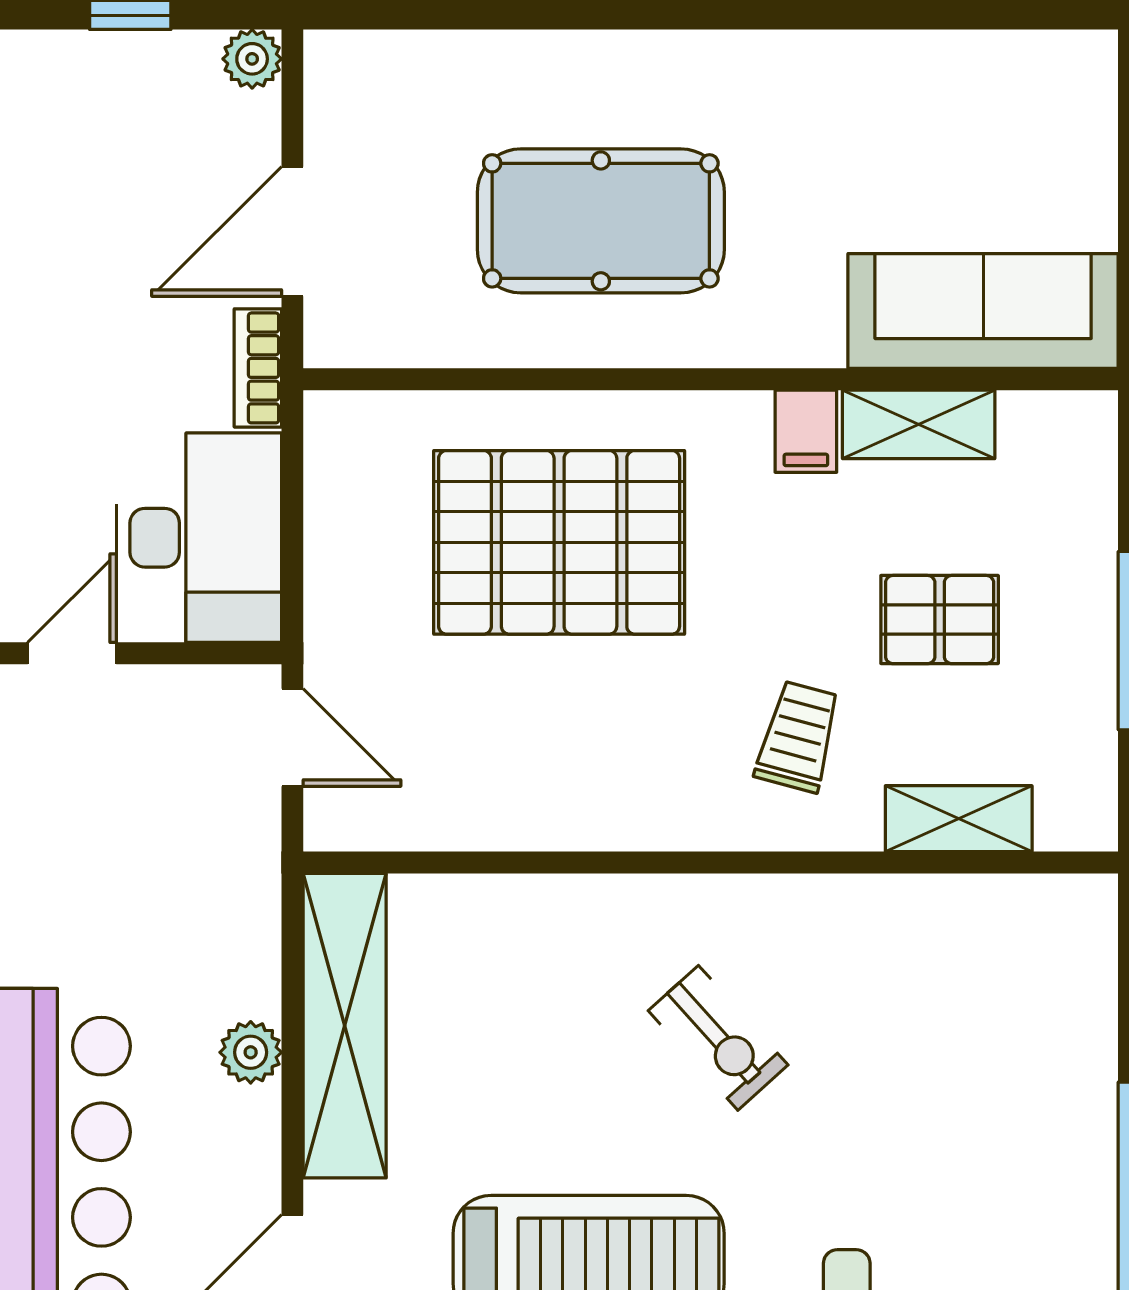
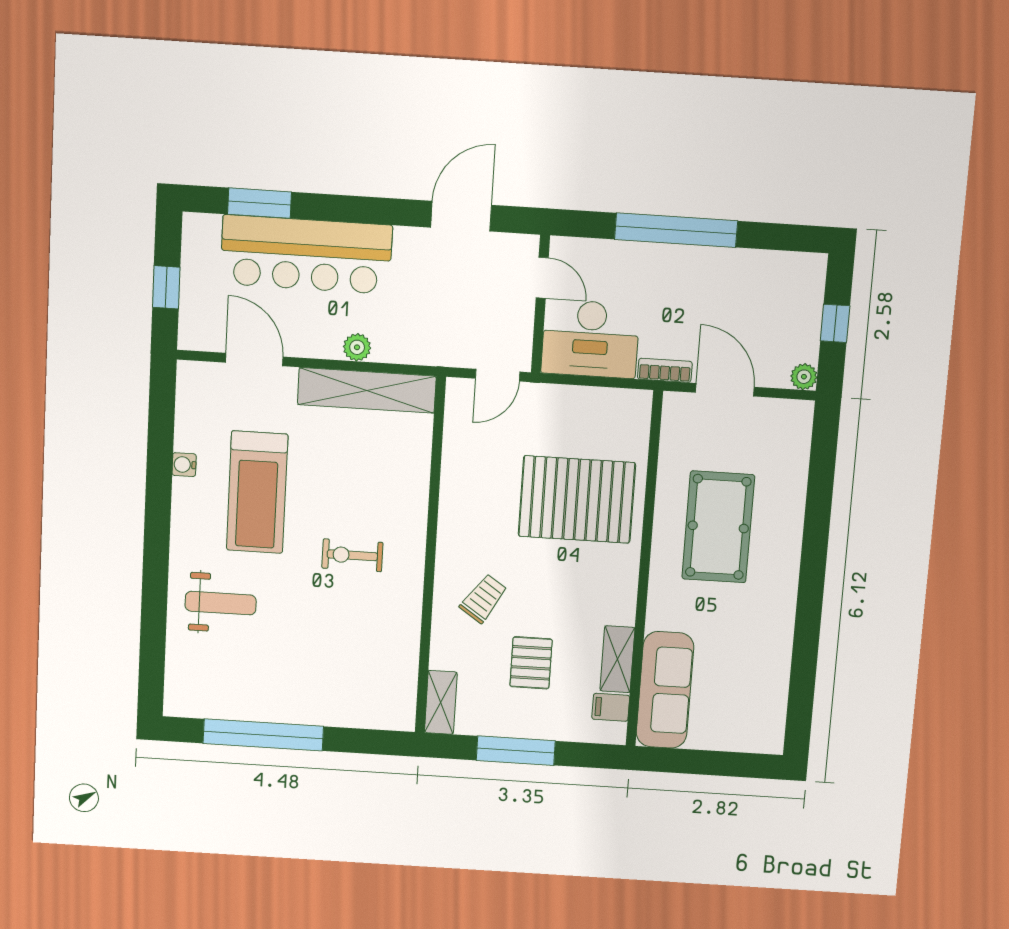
filing cabinet: (806, 431) -> (611, 707), moved
pallet: (559, 542) -> (577, 499), turned 90
trolley: (798, 737) -> (483, 598), turned -71
shelving: (959, 819) -> (441, 702), moved
exercise bike: (718, 1038) -> (352, 555), turned 42

